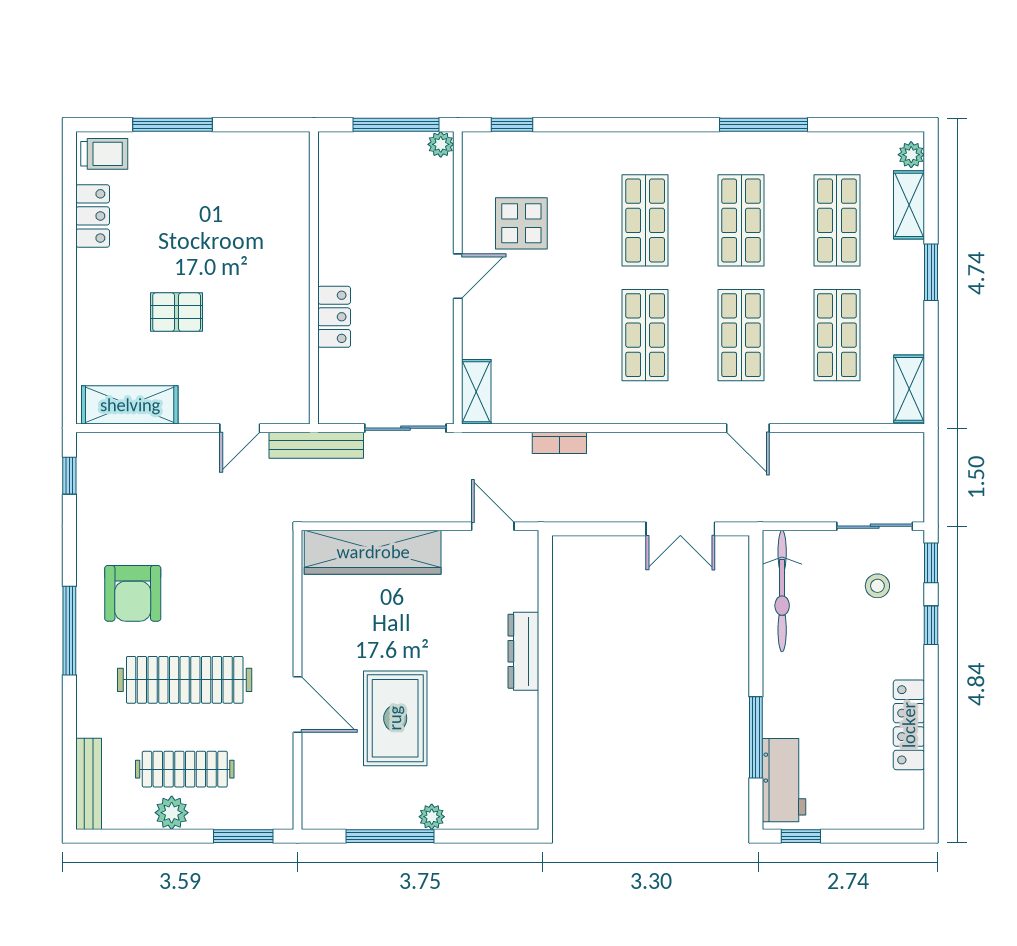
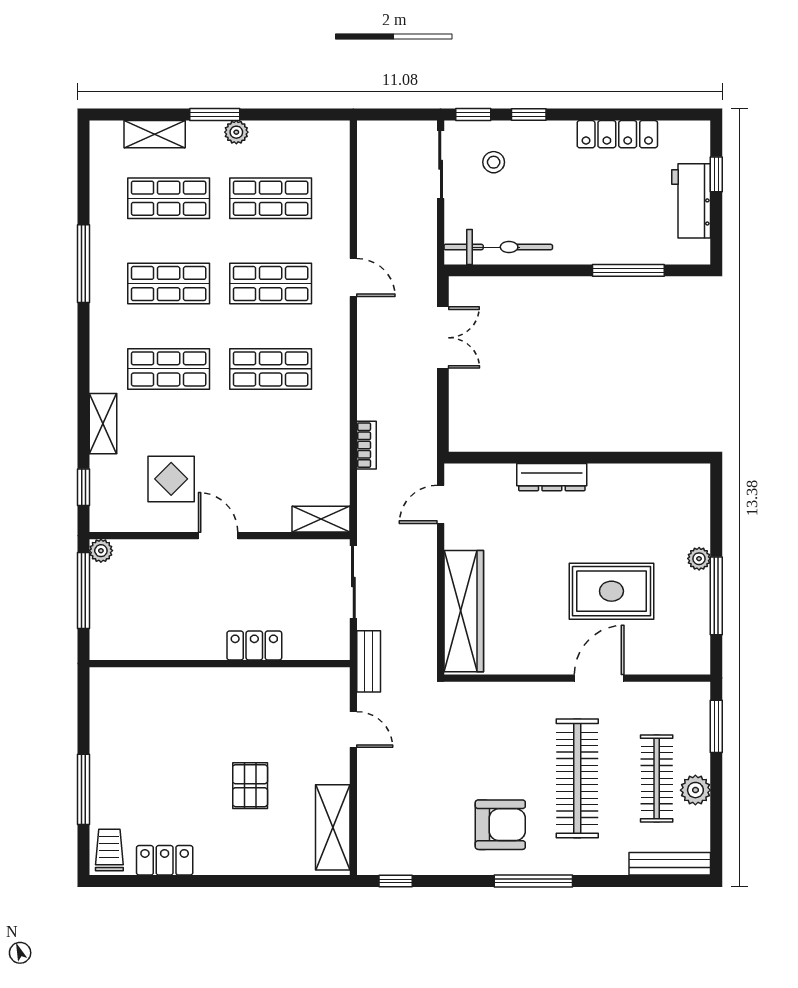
plant: (911, 155) -> (236, 132), moved
shelving: (909, 389) -> (103, 424), moved, turned 90
door: (748, 428) -> (353, 277), hinge flipped
bench: (316, 445) -> (369, 661), width x0.73
workbench: (784, 780) -> (691, 201), moved, turned -90
window: (801, 836) -> (716, 174), moved

